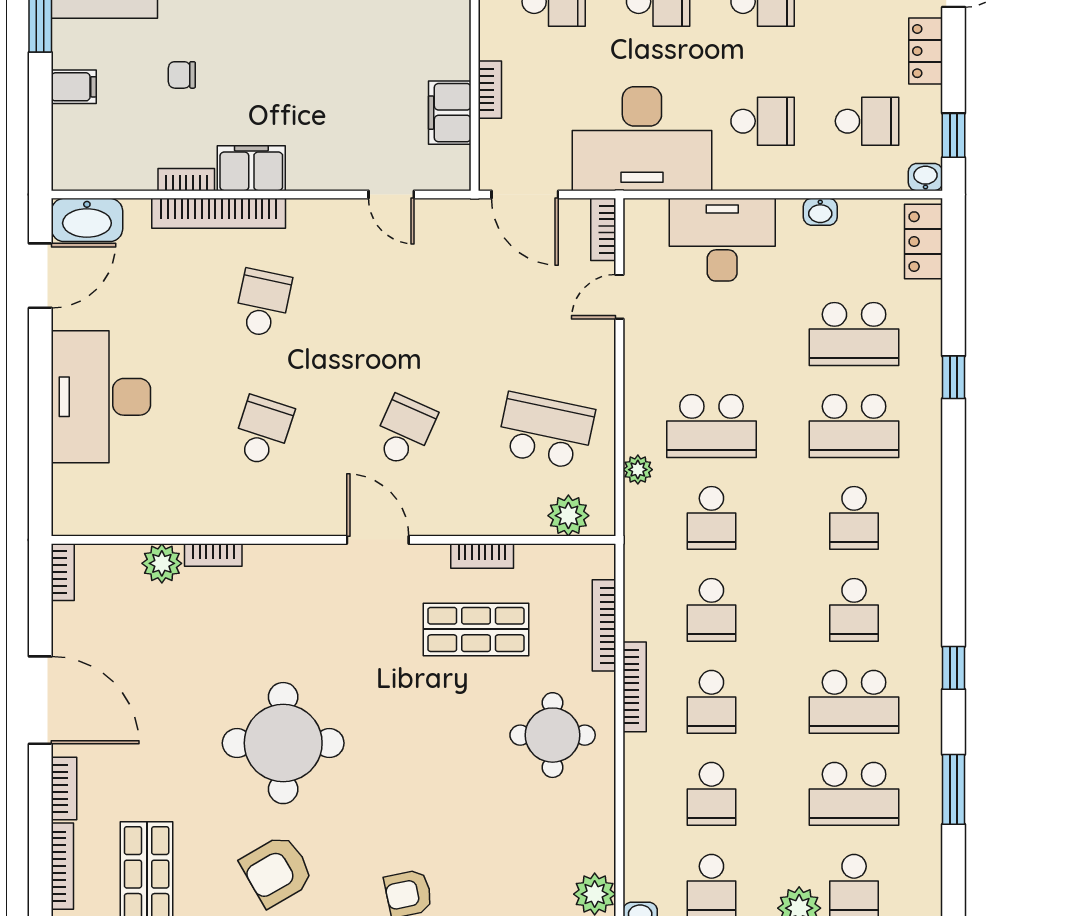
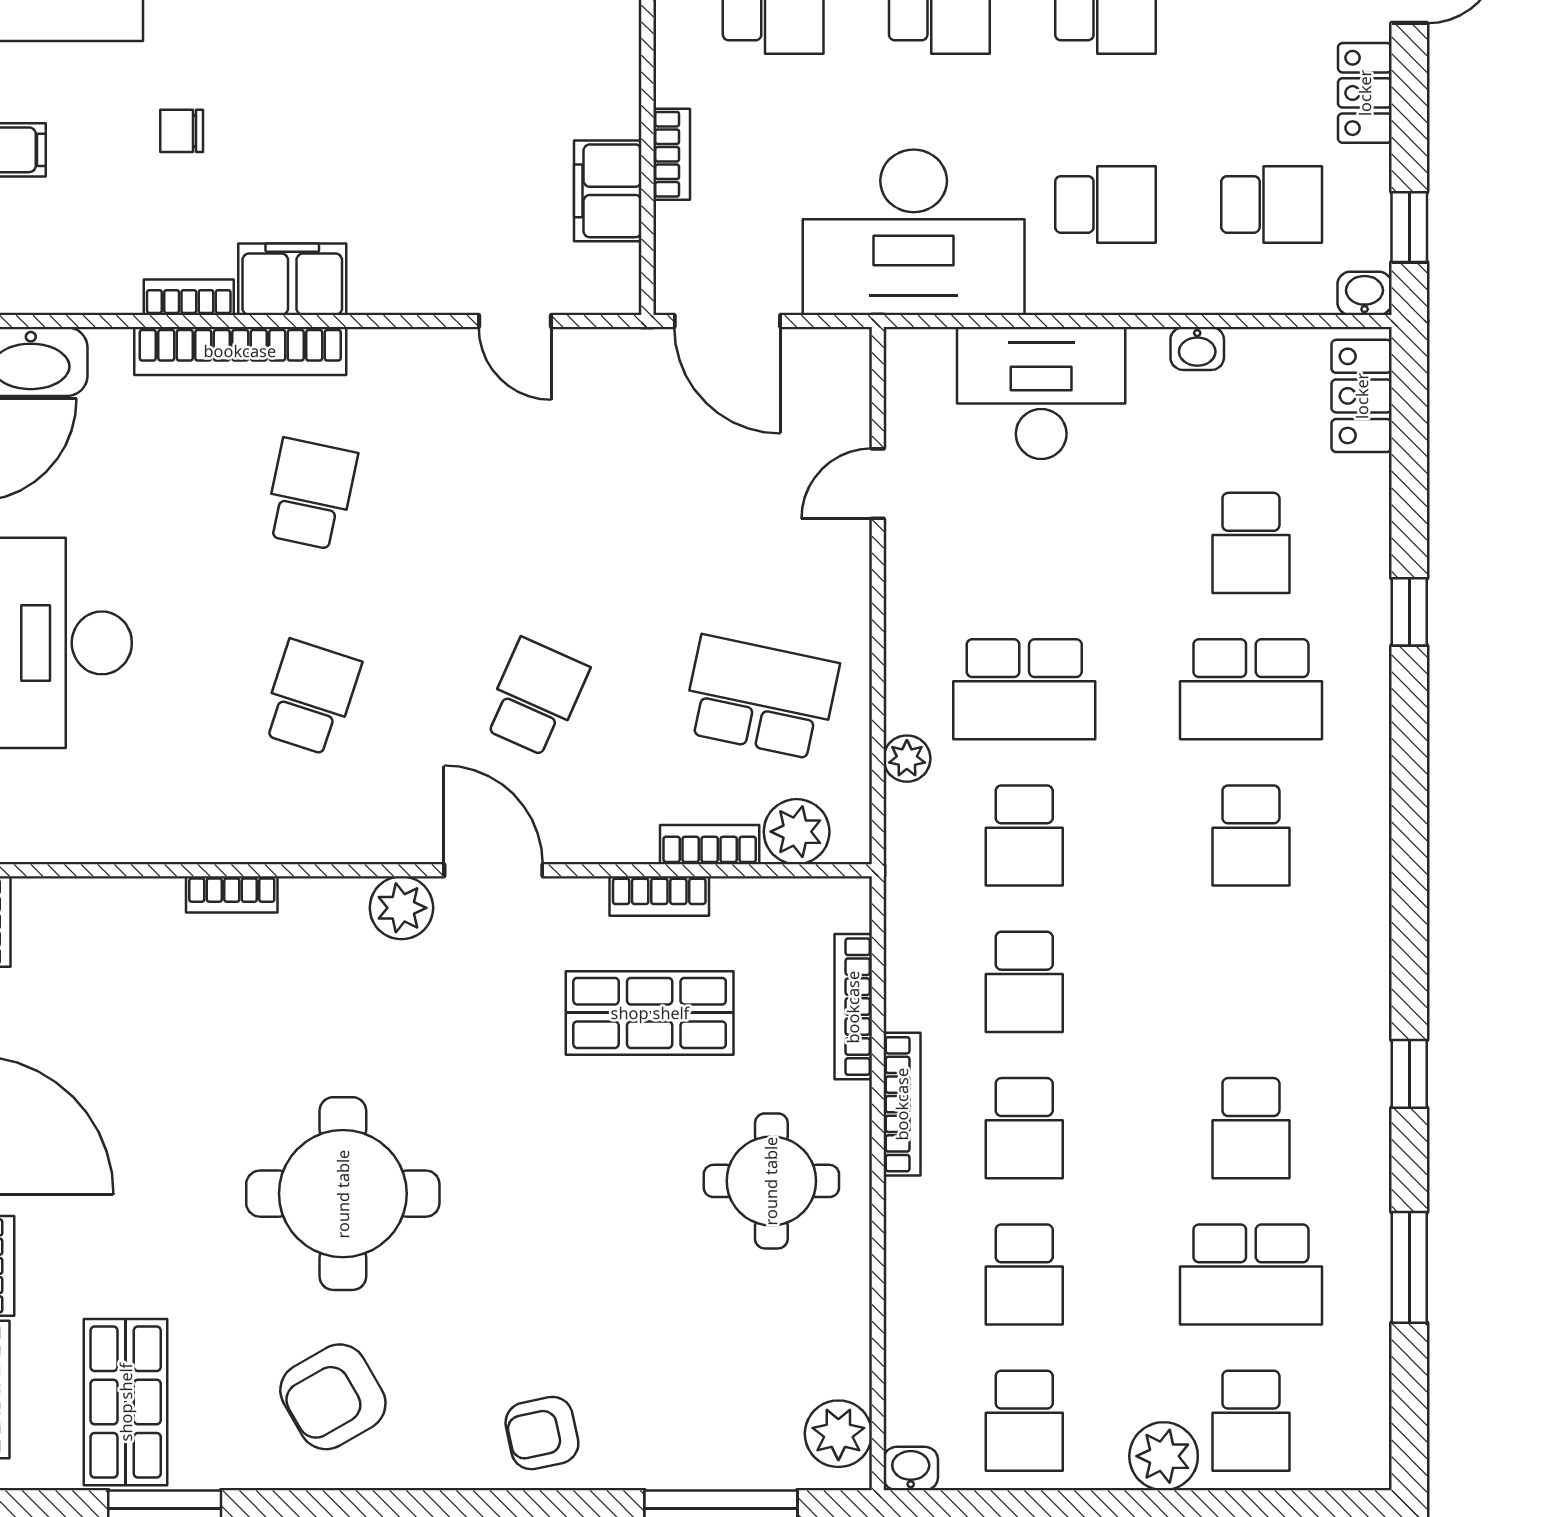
bookcase: (603, 229) -> (710, 845), moved, turned 90
school desk: (854, 334) -> (1251, 543), width x0.54
plant: (162, 563) -> (401, 908), moved
school desk: (854, 610) -> (1251, 982), removed
school desk: (854, 702) -> (1251, 1128), width x0.54

